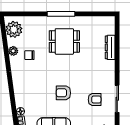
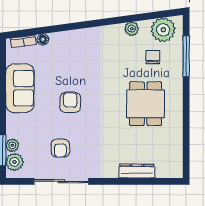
window: (61, 14) -> (186, 56), moved
chair: (29, 55) -> (153, 57), moved
sliding door: (117, 99) -> (61, 181), width x1.37

